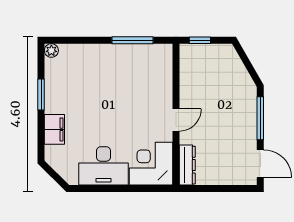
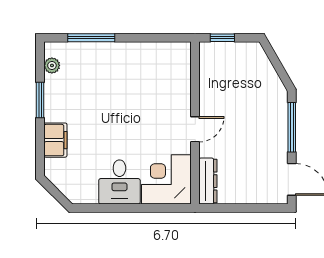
window: (133, 40) -> (91, 38), moved
plant: (51, 51) -> (52, 65), moved
desk: (103, 166) -> (119, 182), width x0.73

